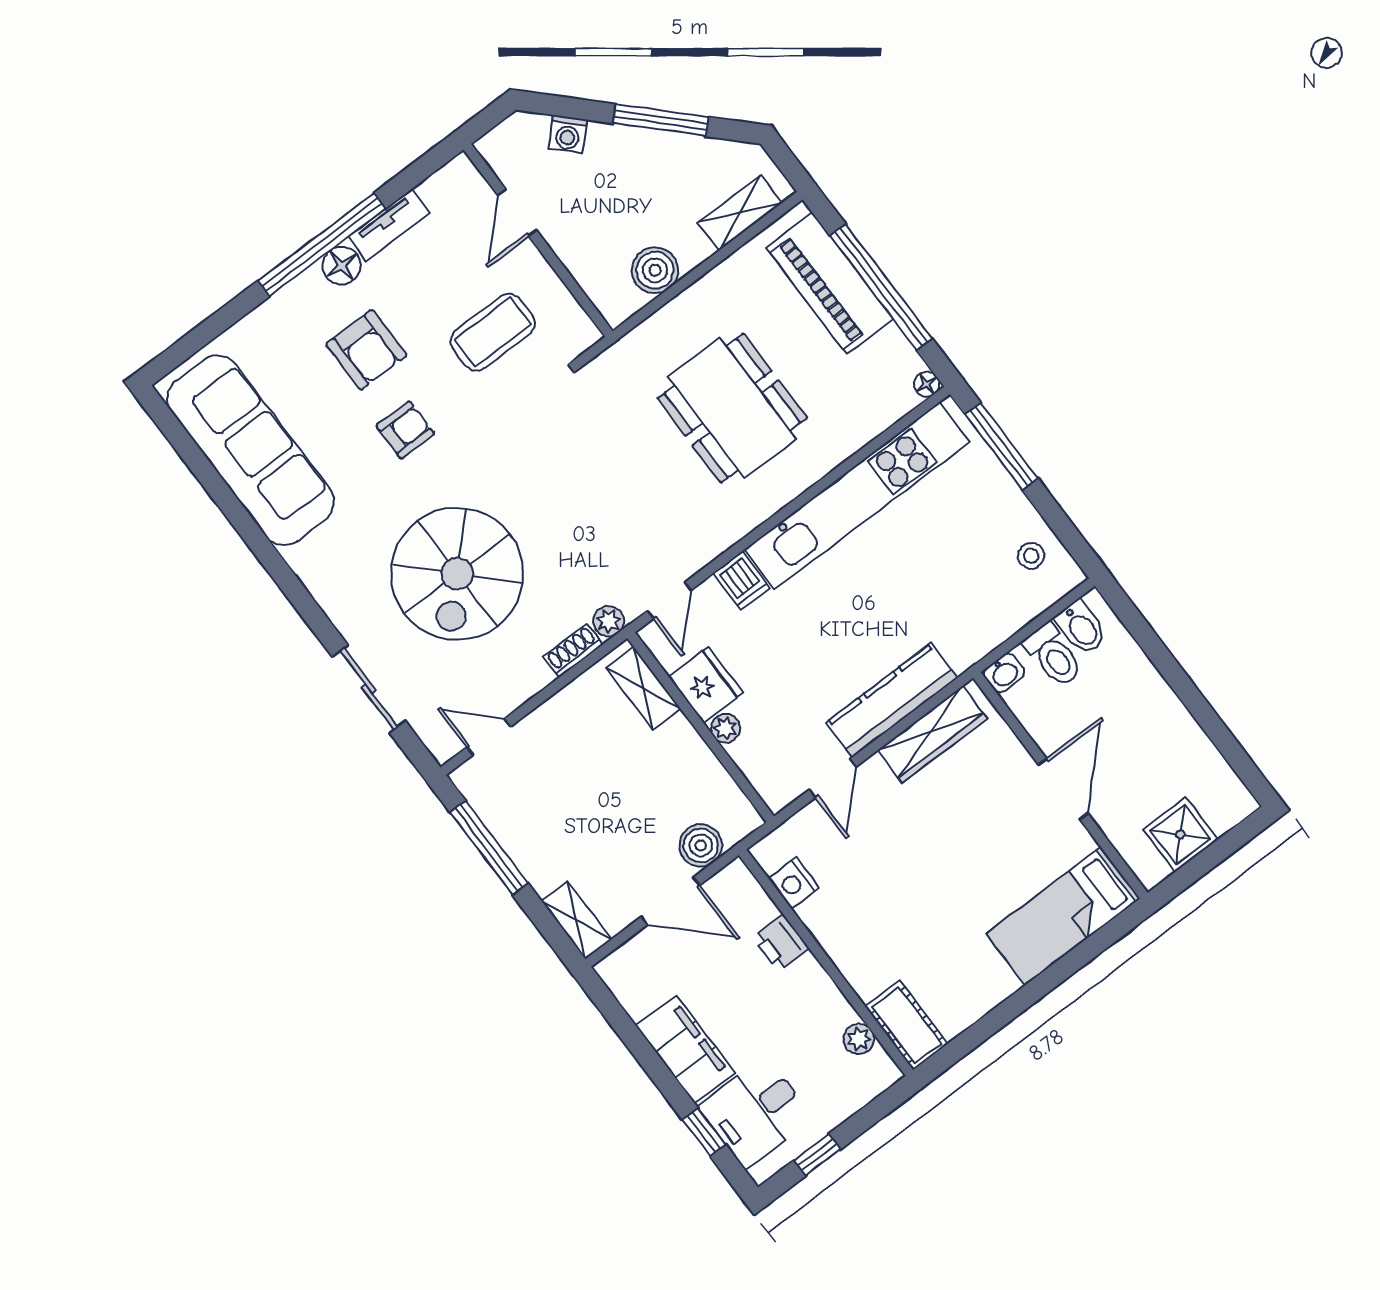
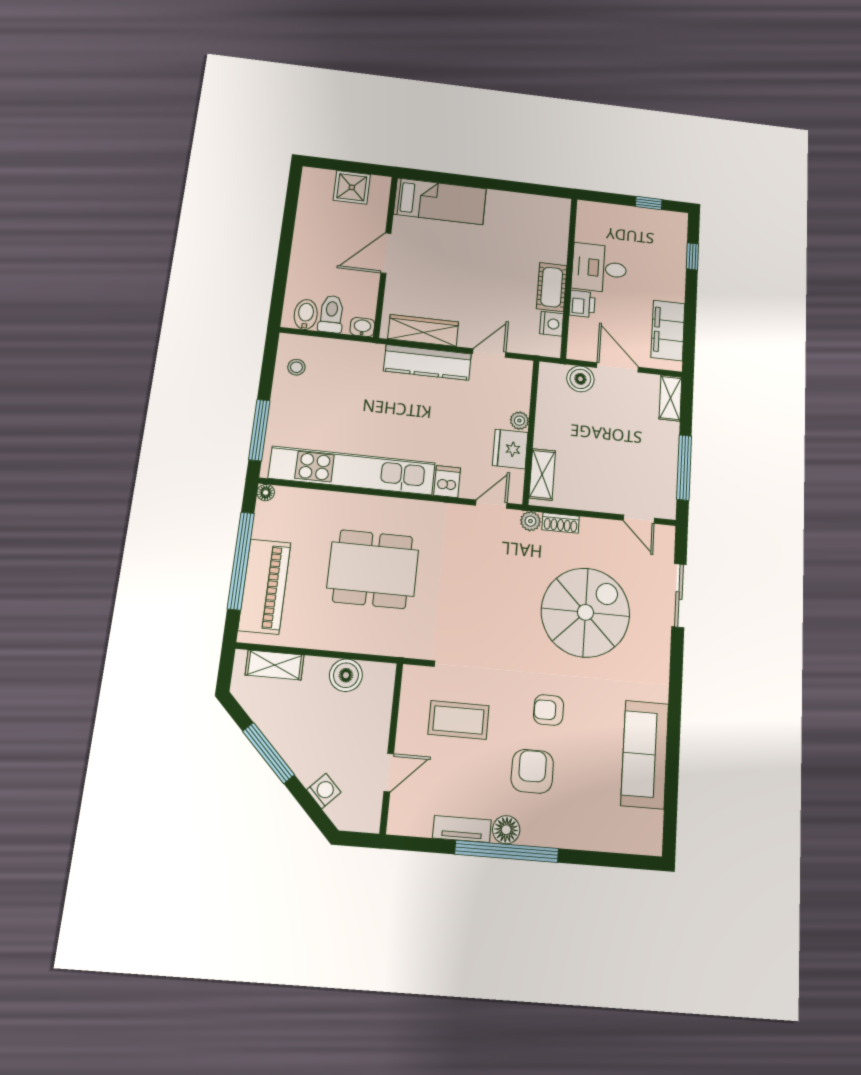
dining table: (732, 408) -> (373, 569), turned 90
sofa: (251, 450) -> (645, 754), width x0.74, depth x0.79
cot: (906, 1025) -> (552, 287), moved
plant: (859, 1039) -> (584, 233), removed
filing cabinet: (685, 1049) -> (668, 330), moved
desk: (756, 1112) -> (599, 268), moved, turned 180

